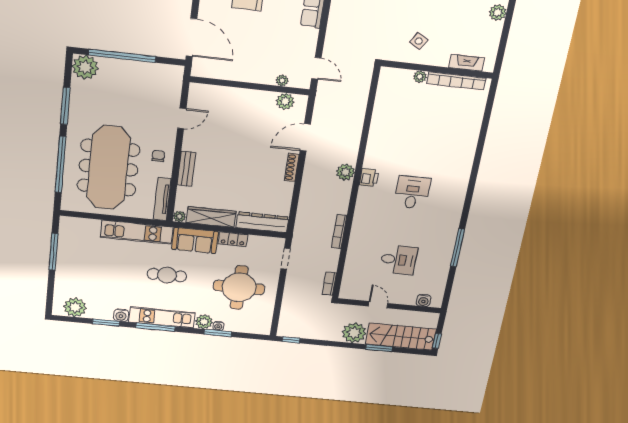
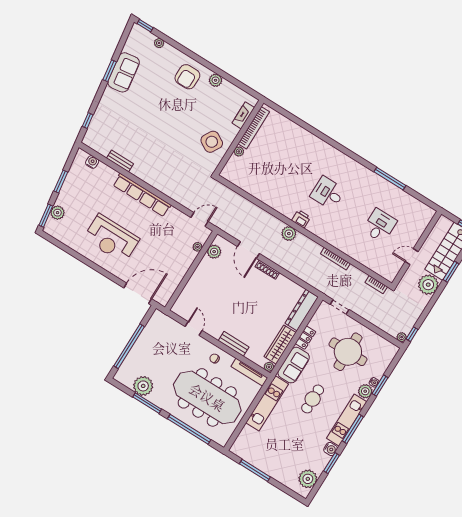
side table: (419, 41) -> (212, 142), width x1.87, depth x1.87
plant: (85, 67) -> (143, 386), moved
water cooler: (424, 301) -> (424, 221), removed
plant: (283, 332) -> (402, 337), added

